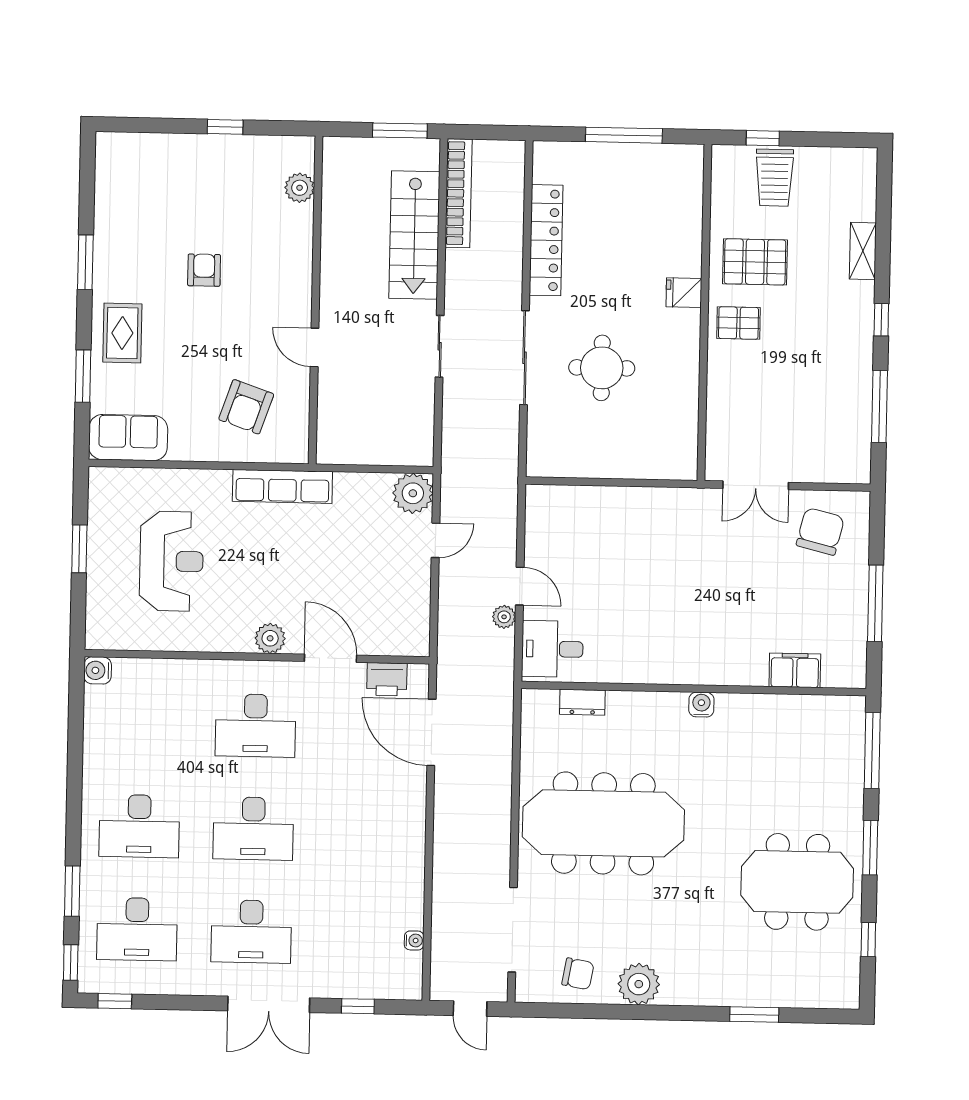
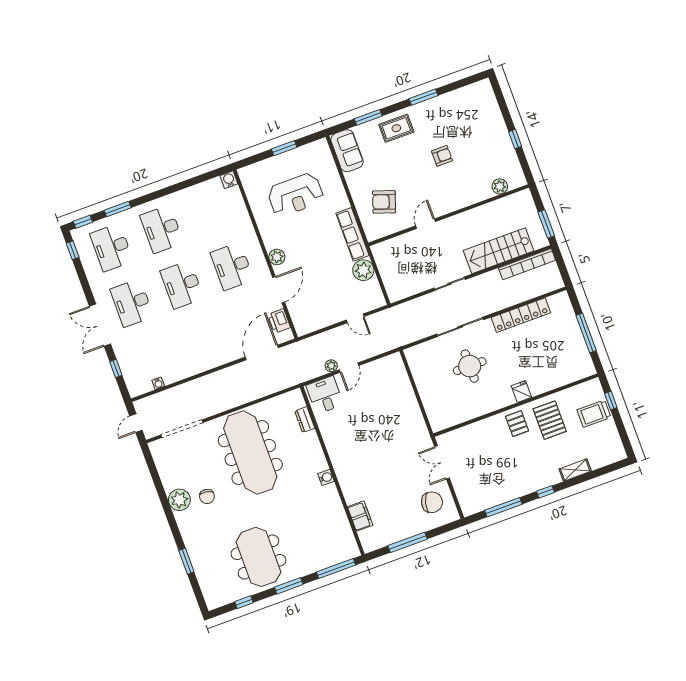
plant: (413, 493) -> (363, 270), moved
chair: (578, 974) -> (207, 496), moved

